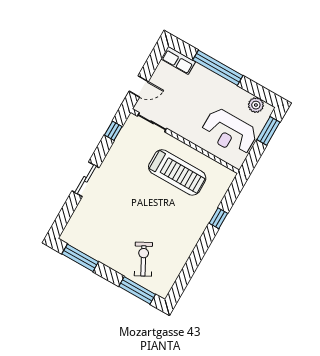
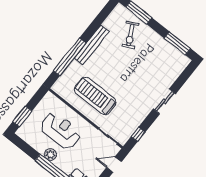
plant: (256, 105) -> (50, 154), moved
reception desk: (229, 132) -> (61, 131), moved
window: (218, 218) -> (70, 57), width x3.17
bench: (192, 239) -> (92, 45), added

